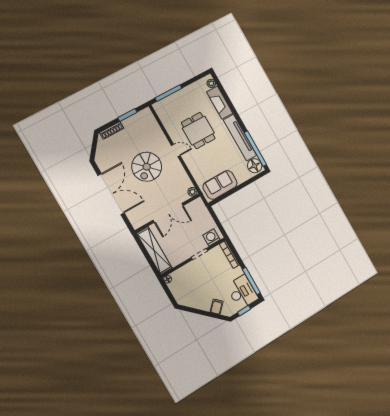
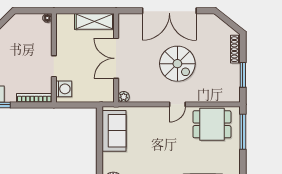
dining table: (198, 131) -> (212, 124), moved
spiral stairs: (147, 167) -> (177, 64), turned 180
shelving: (154, 251) -> (94, 21), width x0.68

